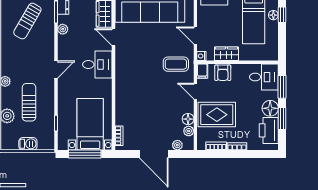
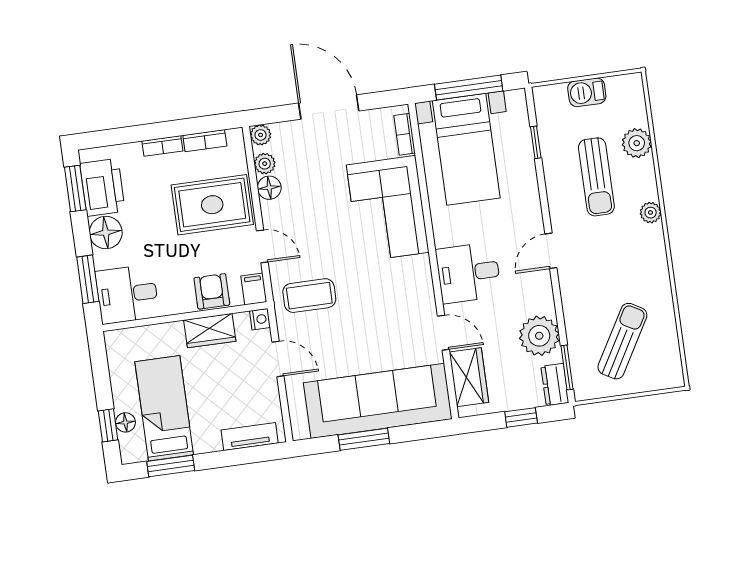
plant: (63, 29) -> (539, 336), width x1.88, depth x1.88
corner sofa: (132, 101) -> (388, 209), added
window: (282, 119) -> (75, 188), moved
plant: (177, 145) -> (261, 135), moved

